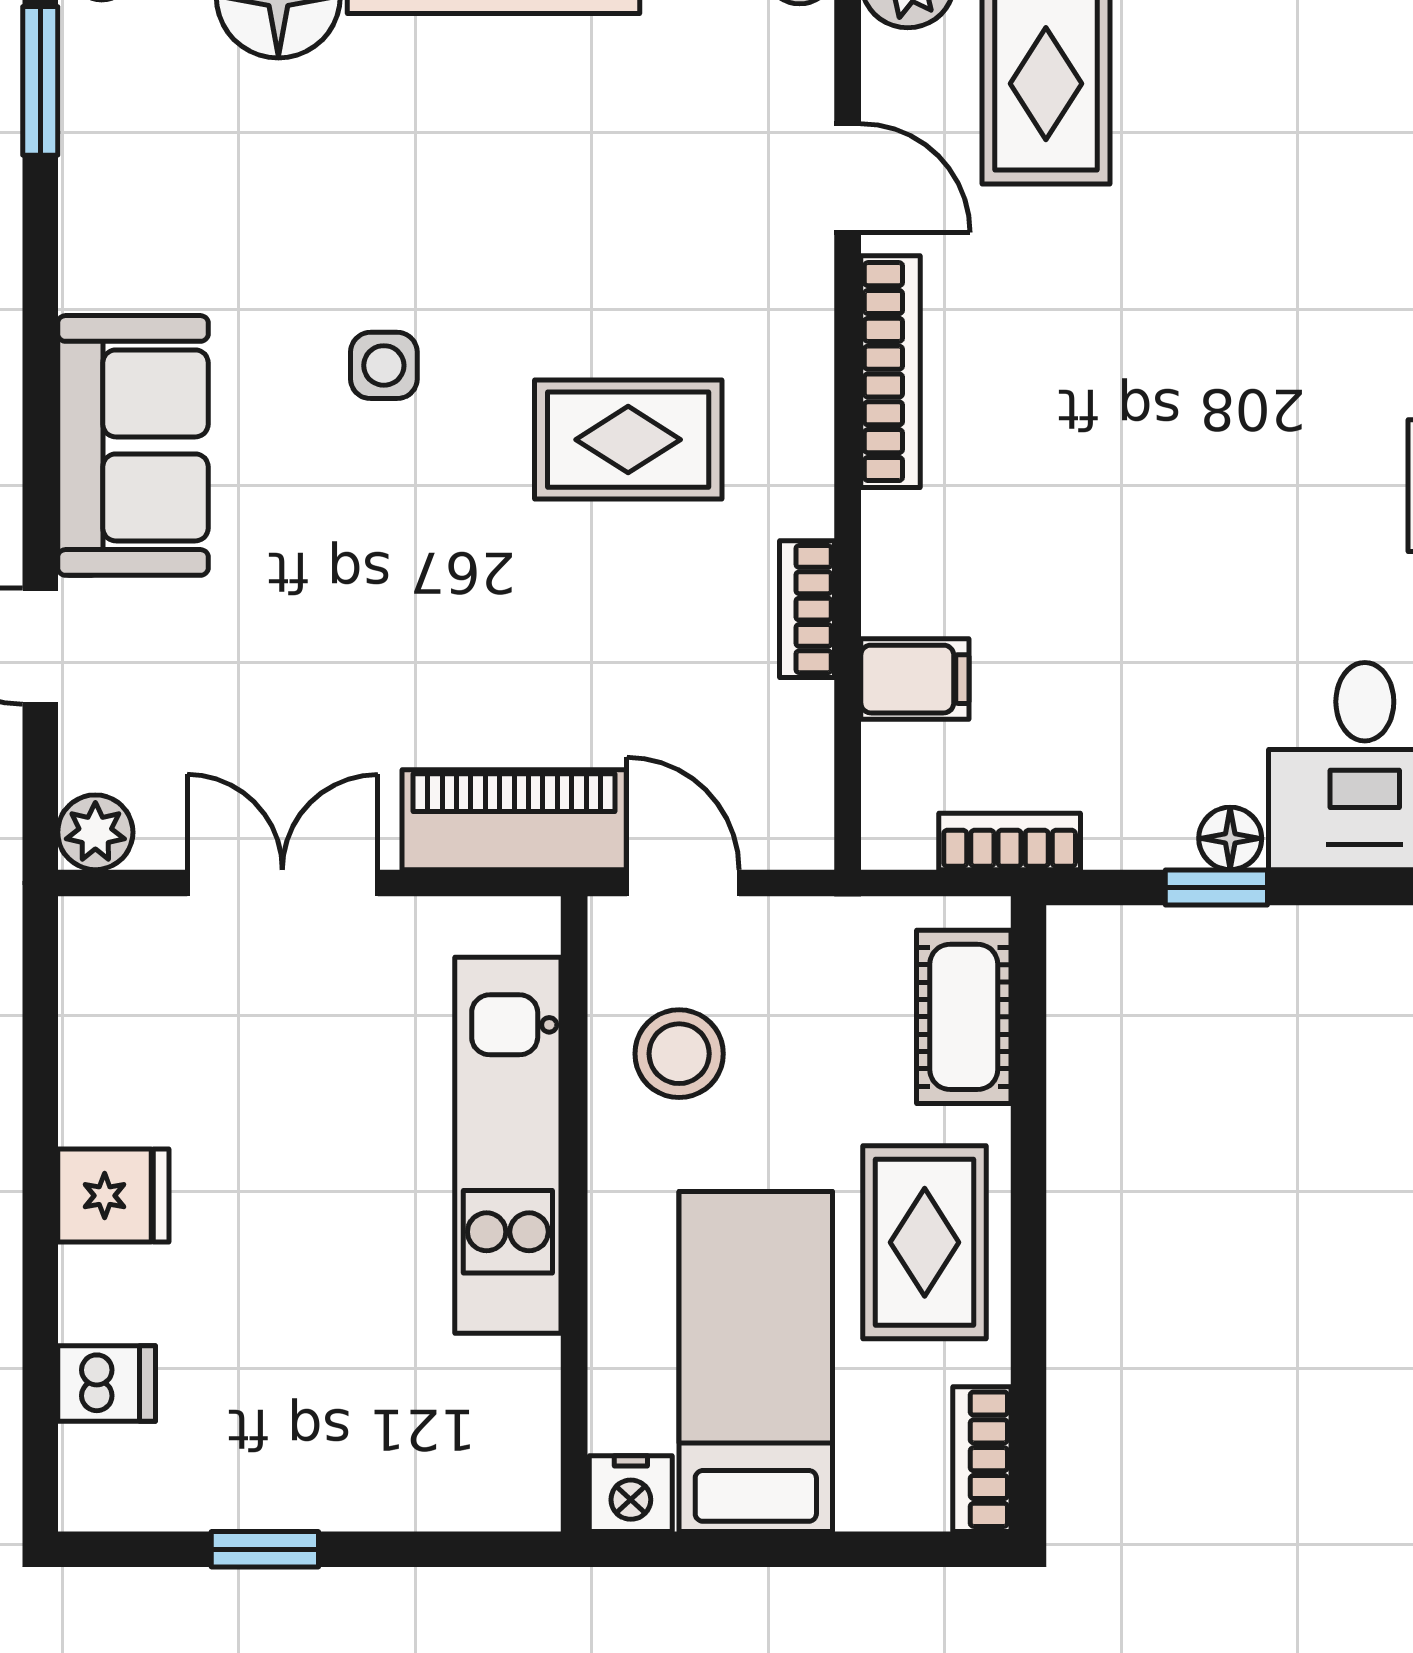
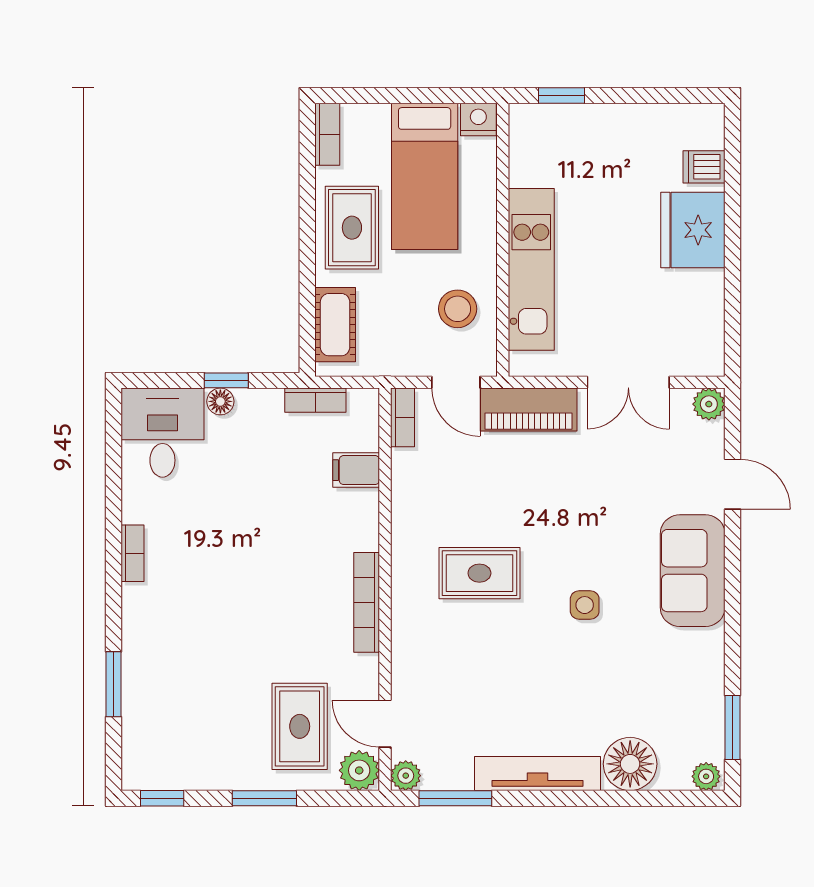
door: (848, 178) -> (385, 724), moved
bookcase: (807, 609) -> (403, 417), moved
fridge: (113, 1196) -> (693, 230), width x1.88, depth x1.34
window: (265, 1549) -> (562, 96), moved

